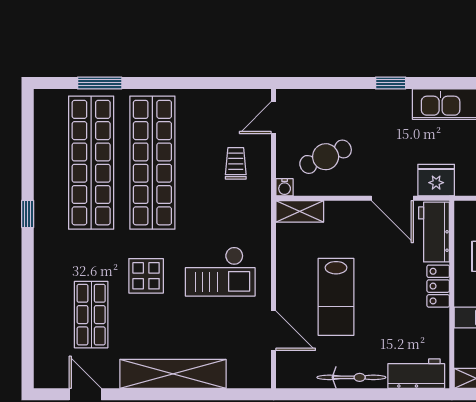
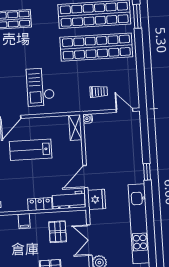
cafe table: (326, 157) -> (105, 139), removed
display table: (146, 276) -> (36, 47), removed

